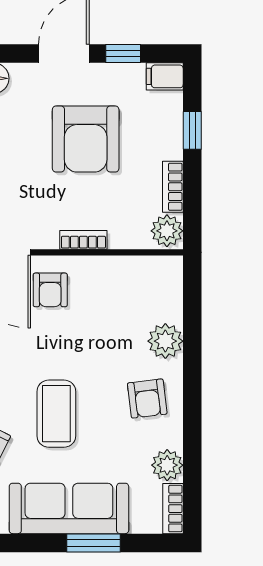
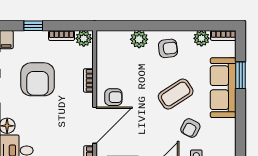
armchair: (86, 139) -> (38, 79), turned 90
coffee table: (56, 414) -> (176, 94), turned -33

